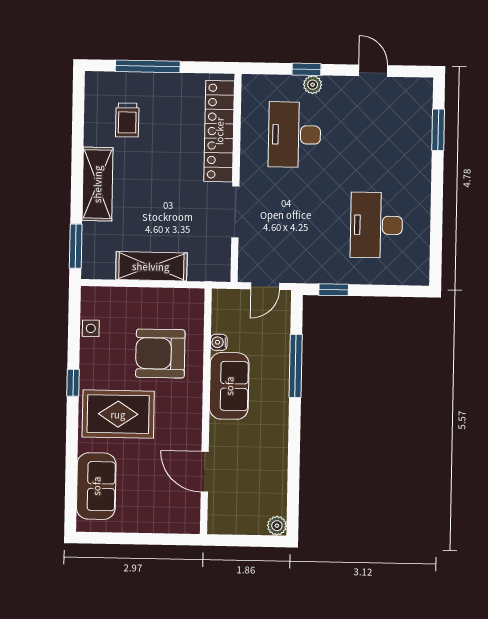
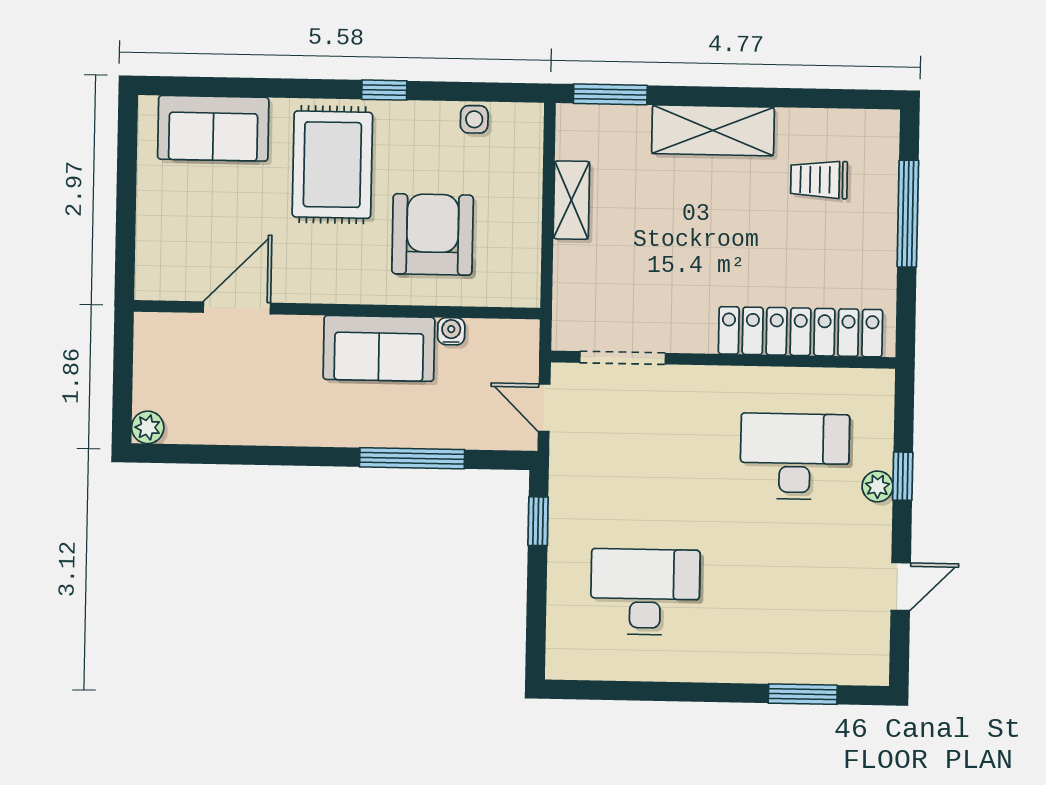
doorway: (235, 212) -> (623, 358), moved
shelving: (151, 266) -> (571, 200), width x0.67, depth x0.75

